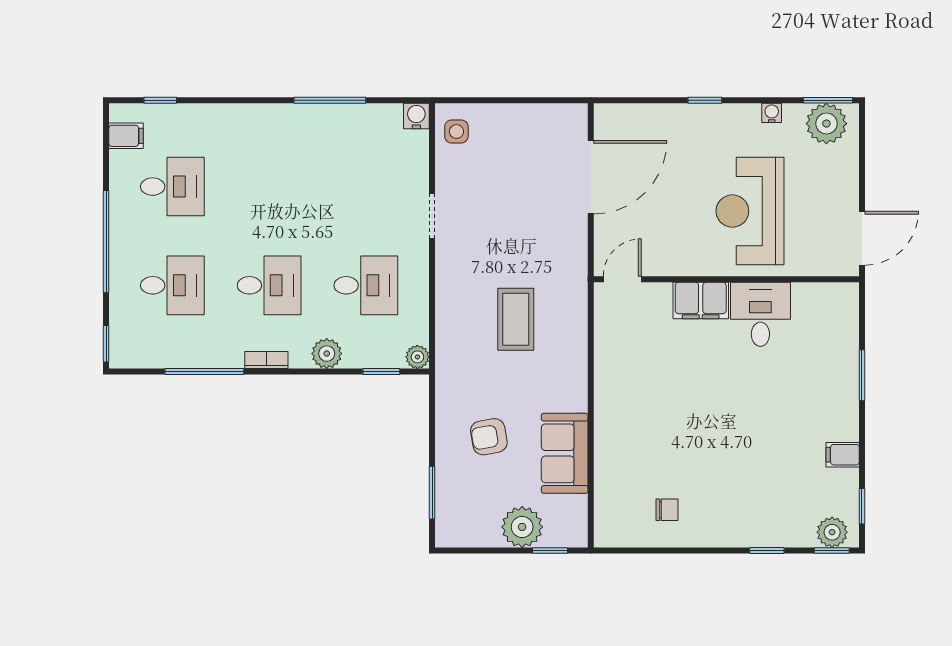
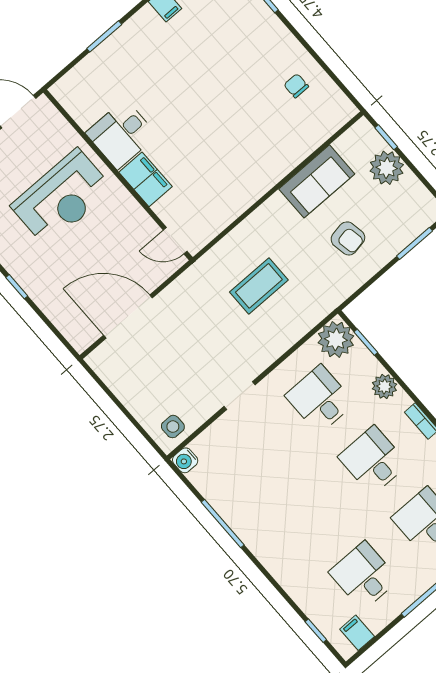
plant: (417, 357) -> (336, 339), width x1.88, depth x1.88

